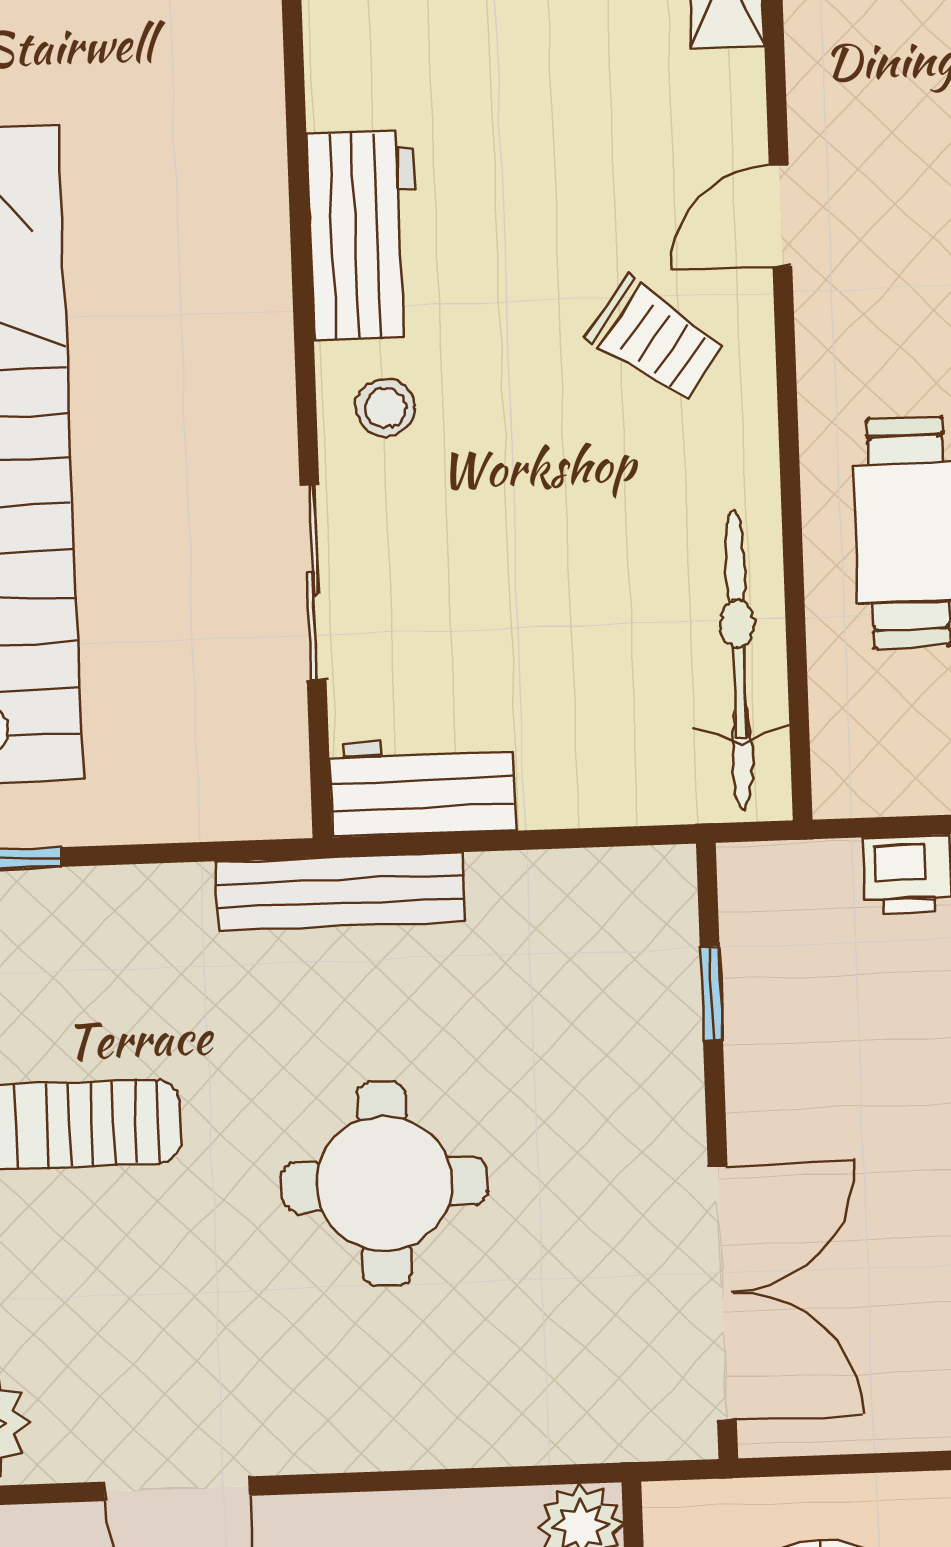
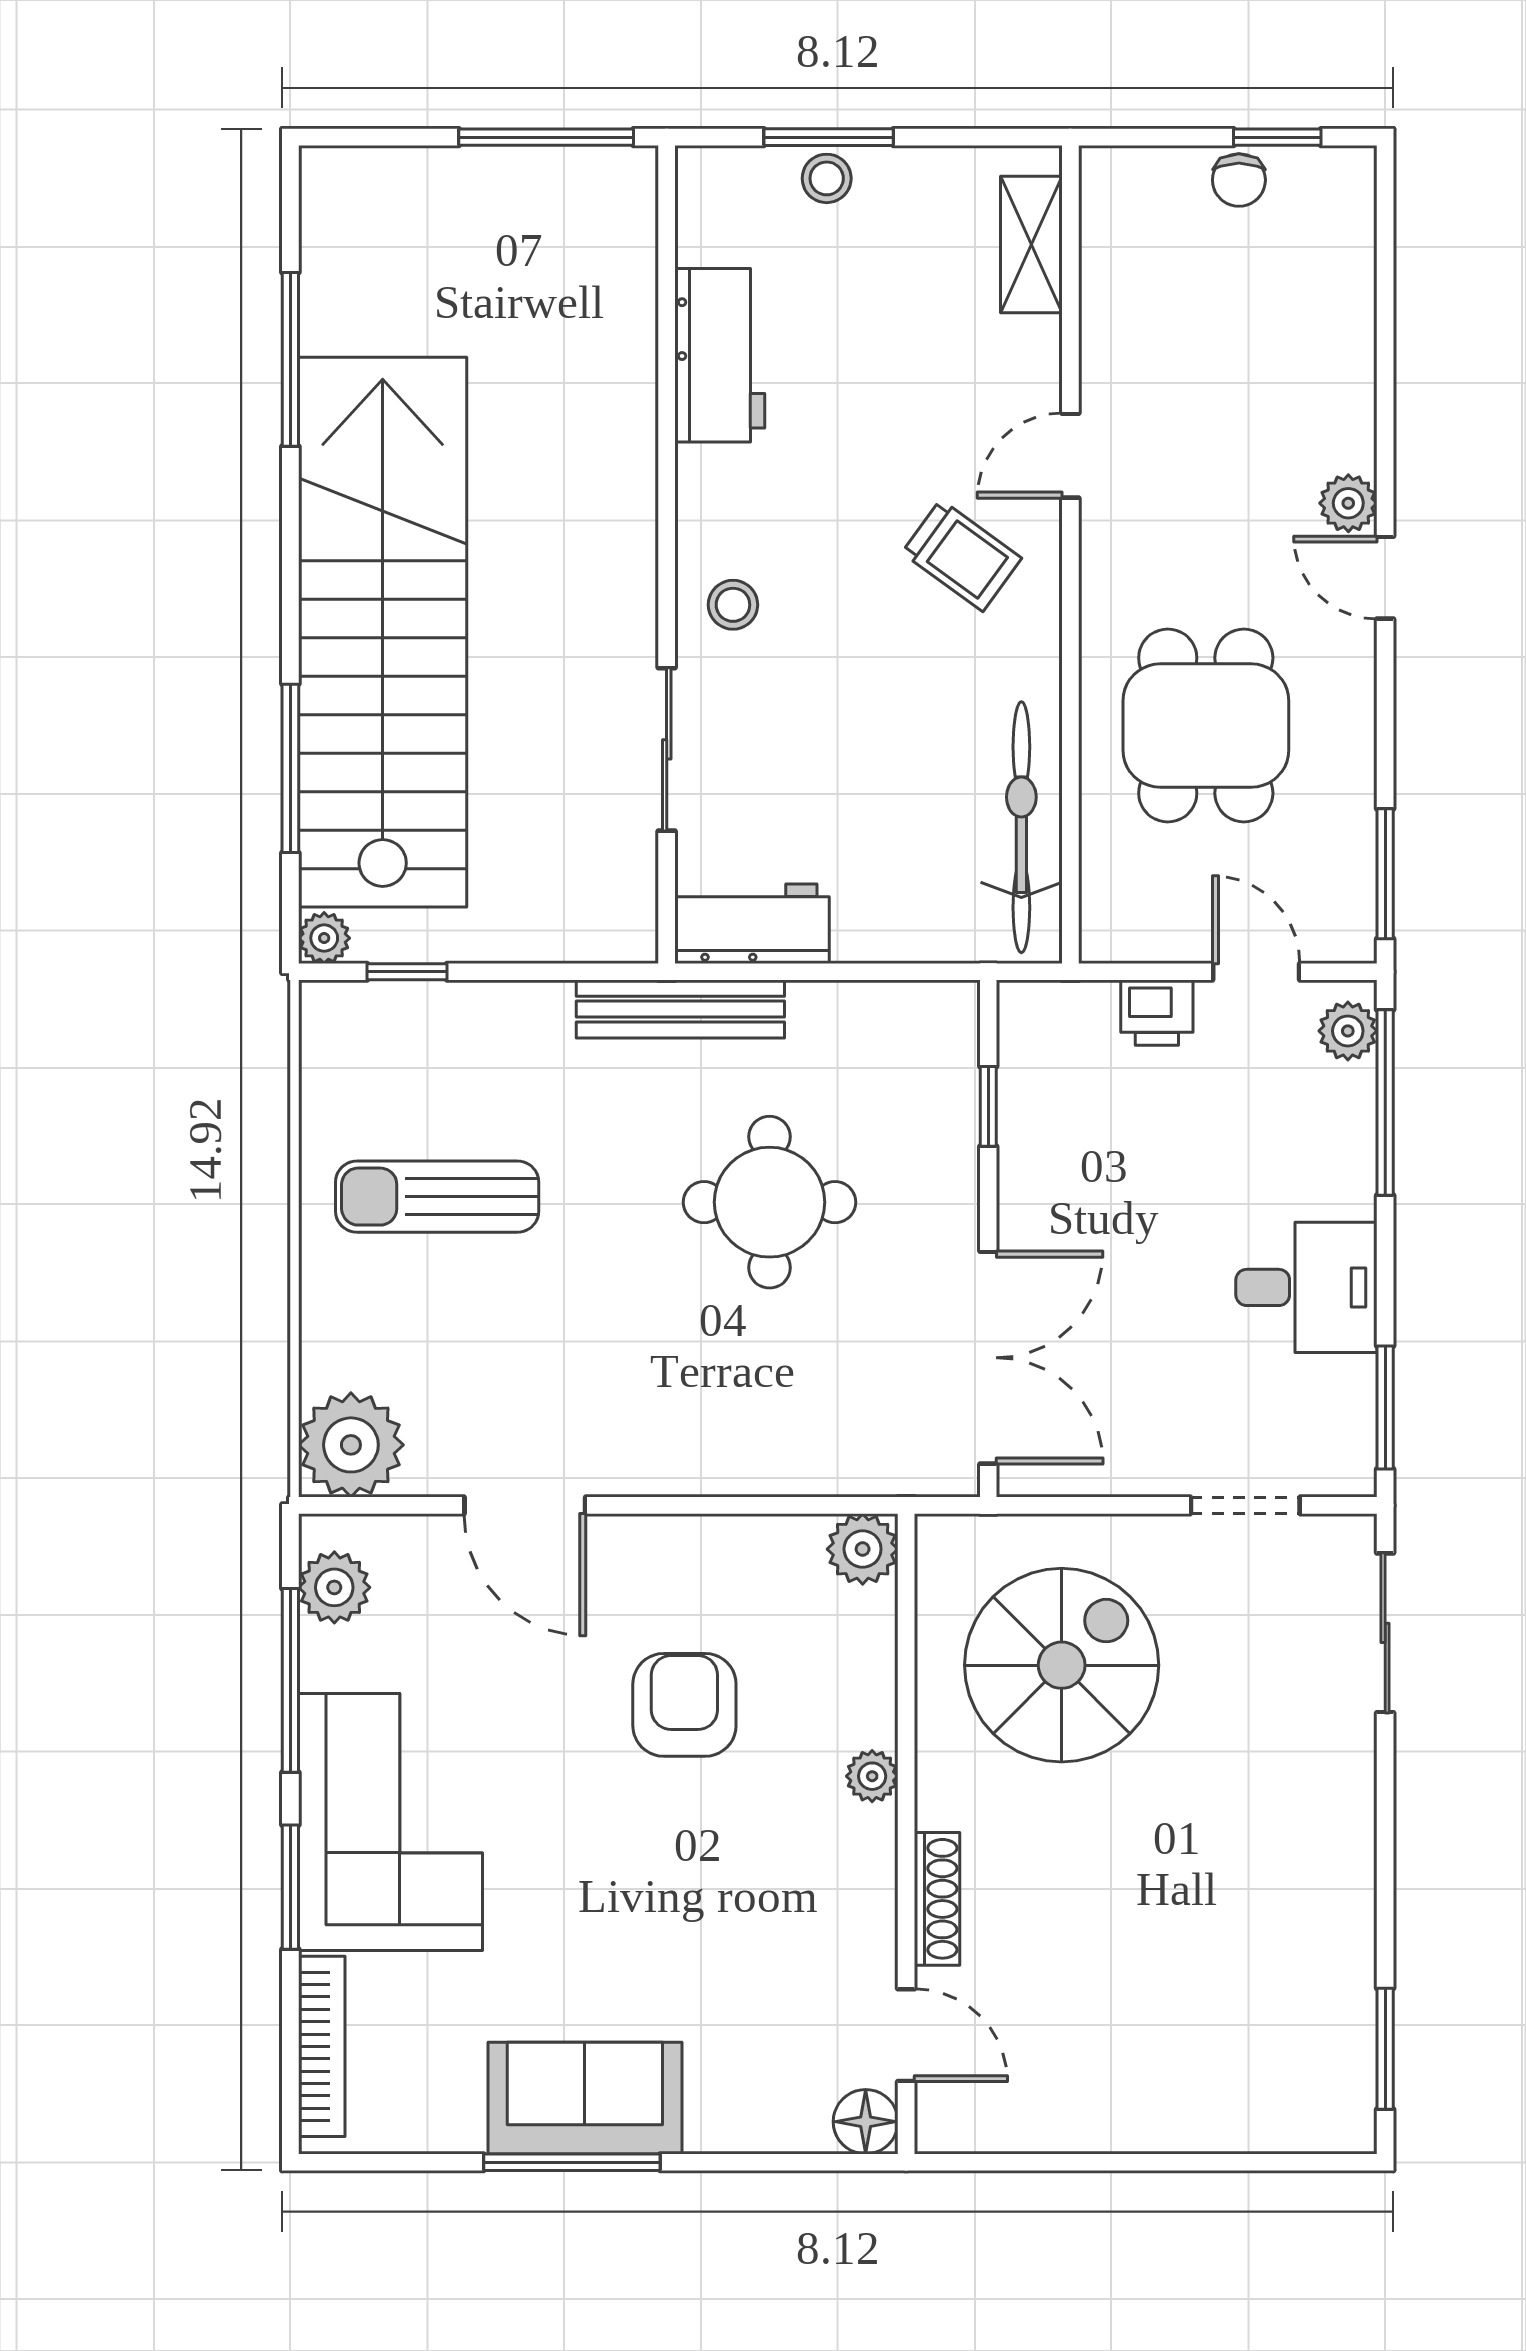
workbench: (364, 236) -> (720, 355), moved
round table: (384, 1184) -> (769, 1202), moved

